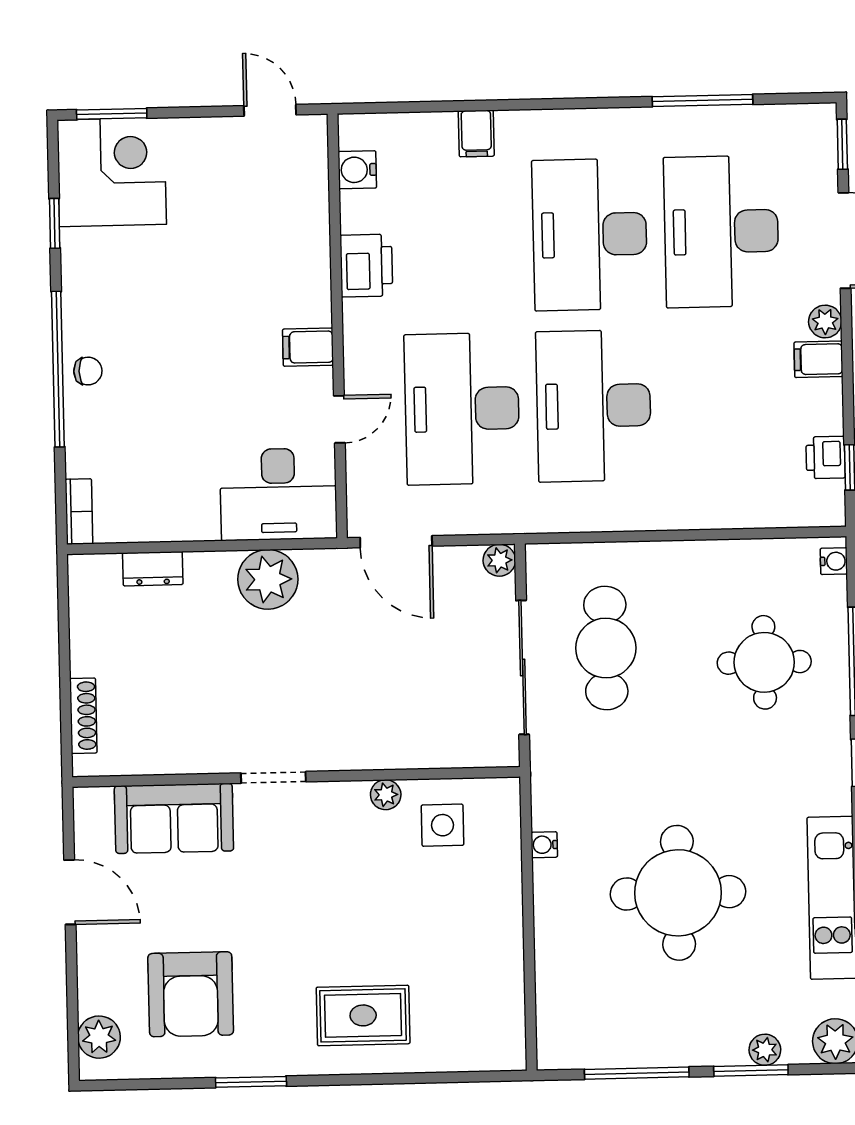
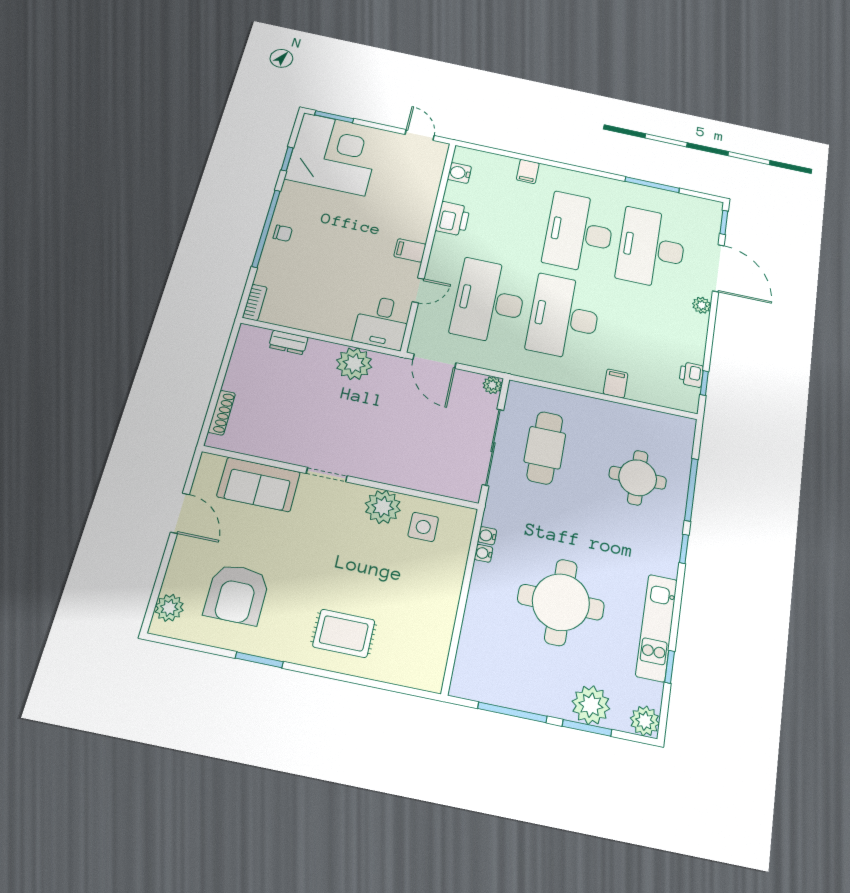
corner desk: (112, 172) -> (334, 154), width x1.36, depth x1.36
filing cabinet: (818, 359) -> (616, 383), moved, turned 90
desk: (278, 494) -> (382, 322), width x0.73
water cooler: (834, 561) -> (487, 536), moved, turned 180
plant: (386, 795) -> (383, 507), width x1.87, depth x1.87
plant: (765, 1050) -> (591, 705), width x1.87, depth x1.87

